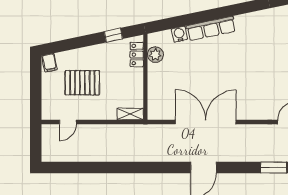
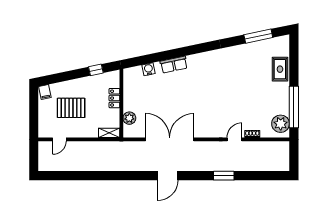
row of seats: (211, 28) -> (174, 65), width x0.68
locker: (137, 55) -> (114, 98), moved
plant: (155, 55) -> (129, 118), moved

